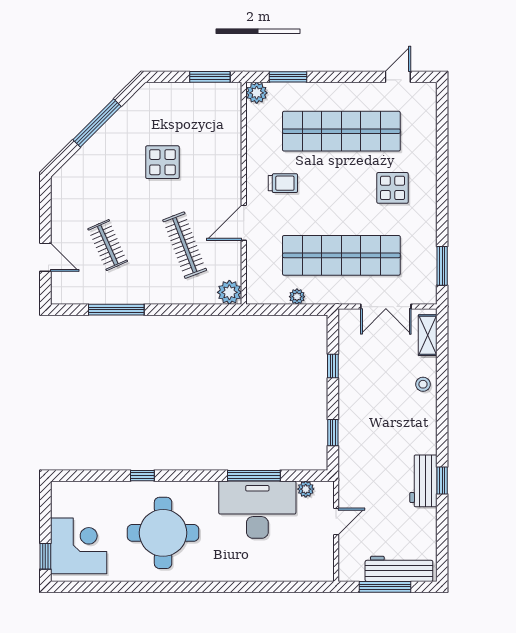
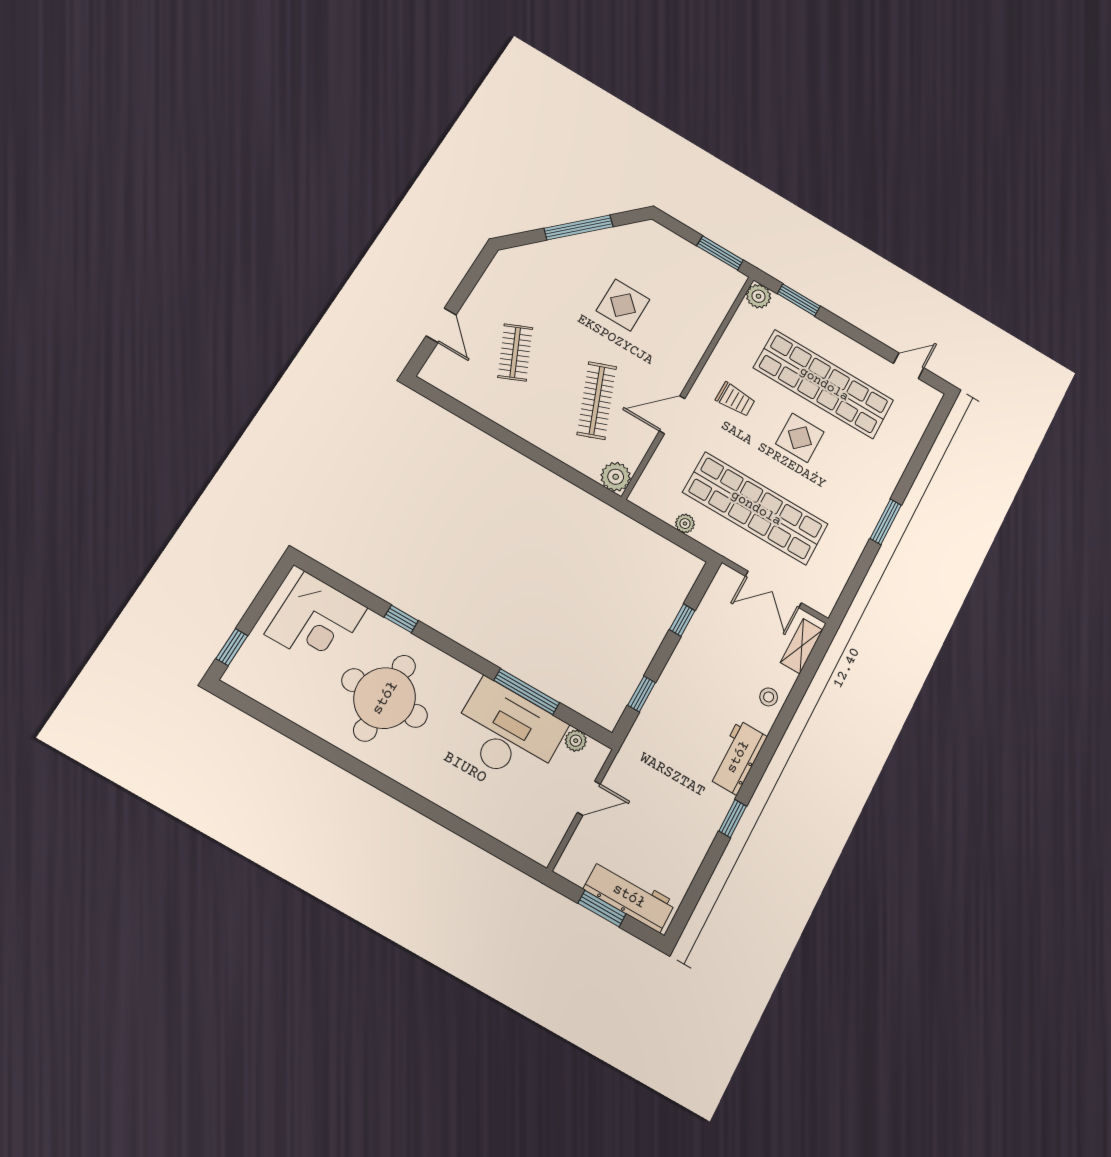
display table: (393, 188) -> (800, 438), moved
window: (442, 266) -> (886, 522), moved
window: (116, 310) -> (483, 423), removed
workbench: (423, 481) -> (738, 757), moved
corner desk: (79, 546) -> (316, 621), moved, turned 90
window: (385, 587) -> (602, 909), width x0.69

